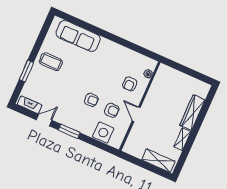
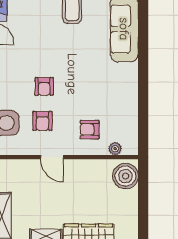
boiler: (167, 75) -> (125, 176), added
door: (136, 114) -> (52, 157), swing flipped

